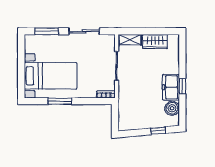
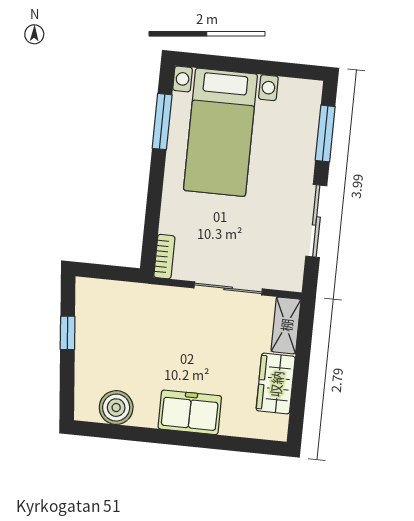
window: (182, 86) -> (165, 437), removed
freezer: (171, 87) -> (190, 412), moved
window: (60, 101) -> (162, 122), moved
window: (158, 131) -> (68, 333), moved

